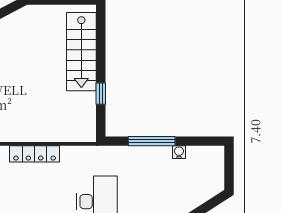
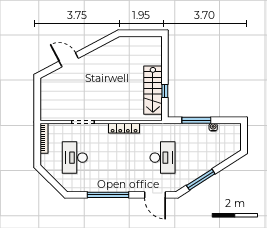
stairs: (81, 52) -> (153, 90), moved

